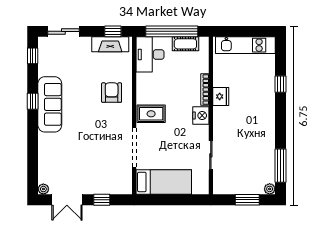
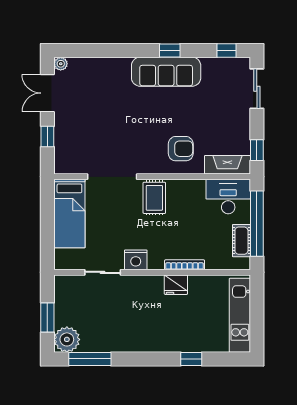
fireplace: (110, 44) -> (227, 165), moved, turned 90
nightstand: (201, 115) -> (136, 260), moved
plant: (270, 189) -> (67, 339), width x1.88, depth x1.88

